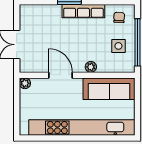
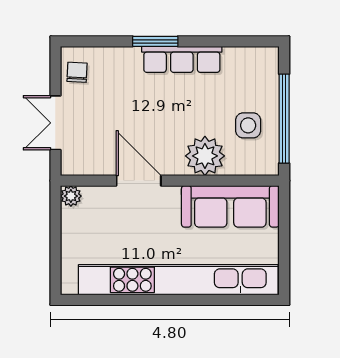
chair: (119, 17) -> (77, 72), moved
plant: (91, 67) -> (205, 156), width x1.88, depth x1.88

